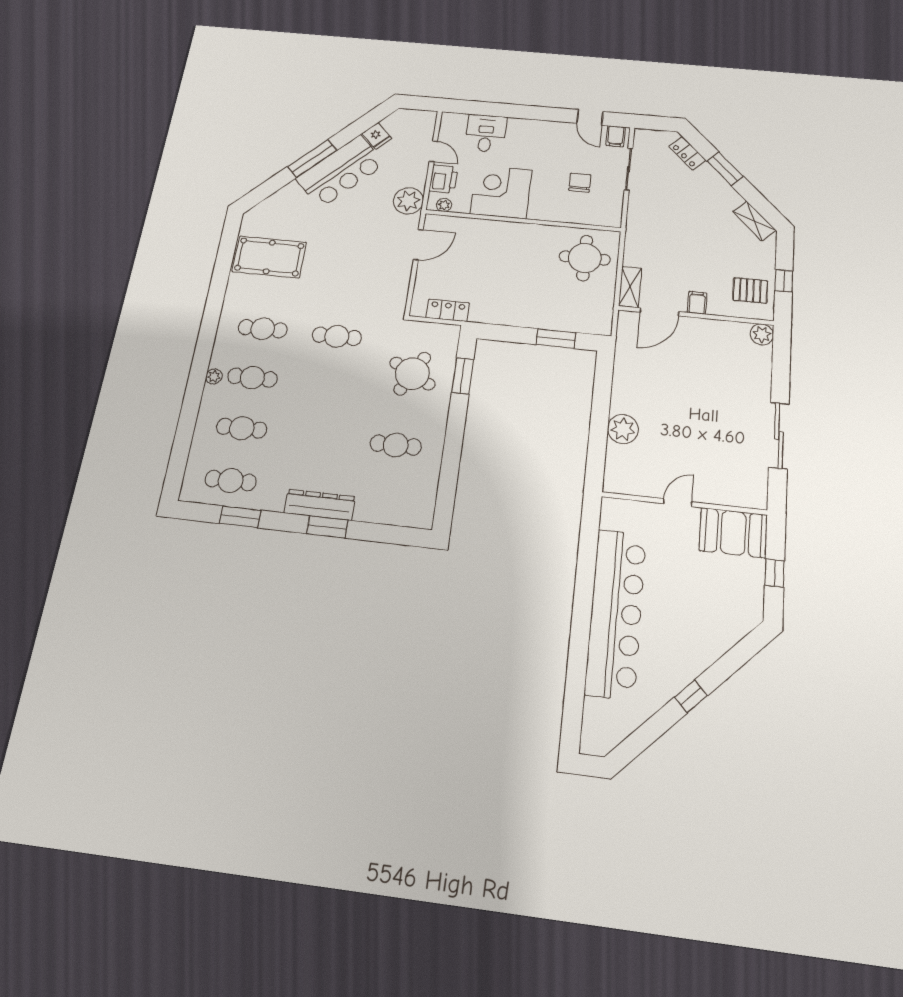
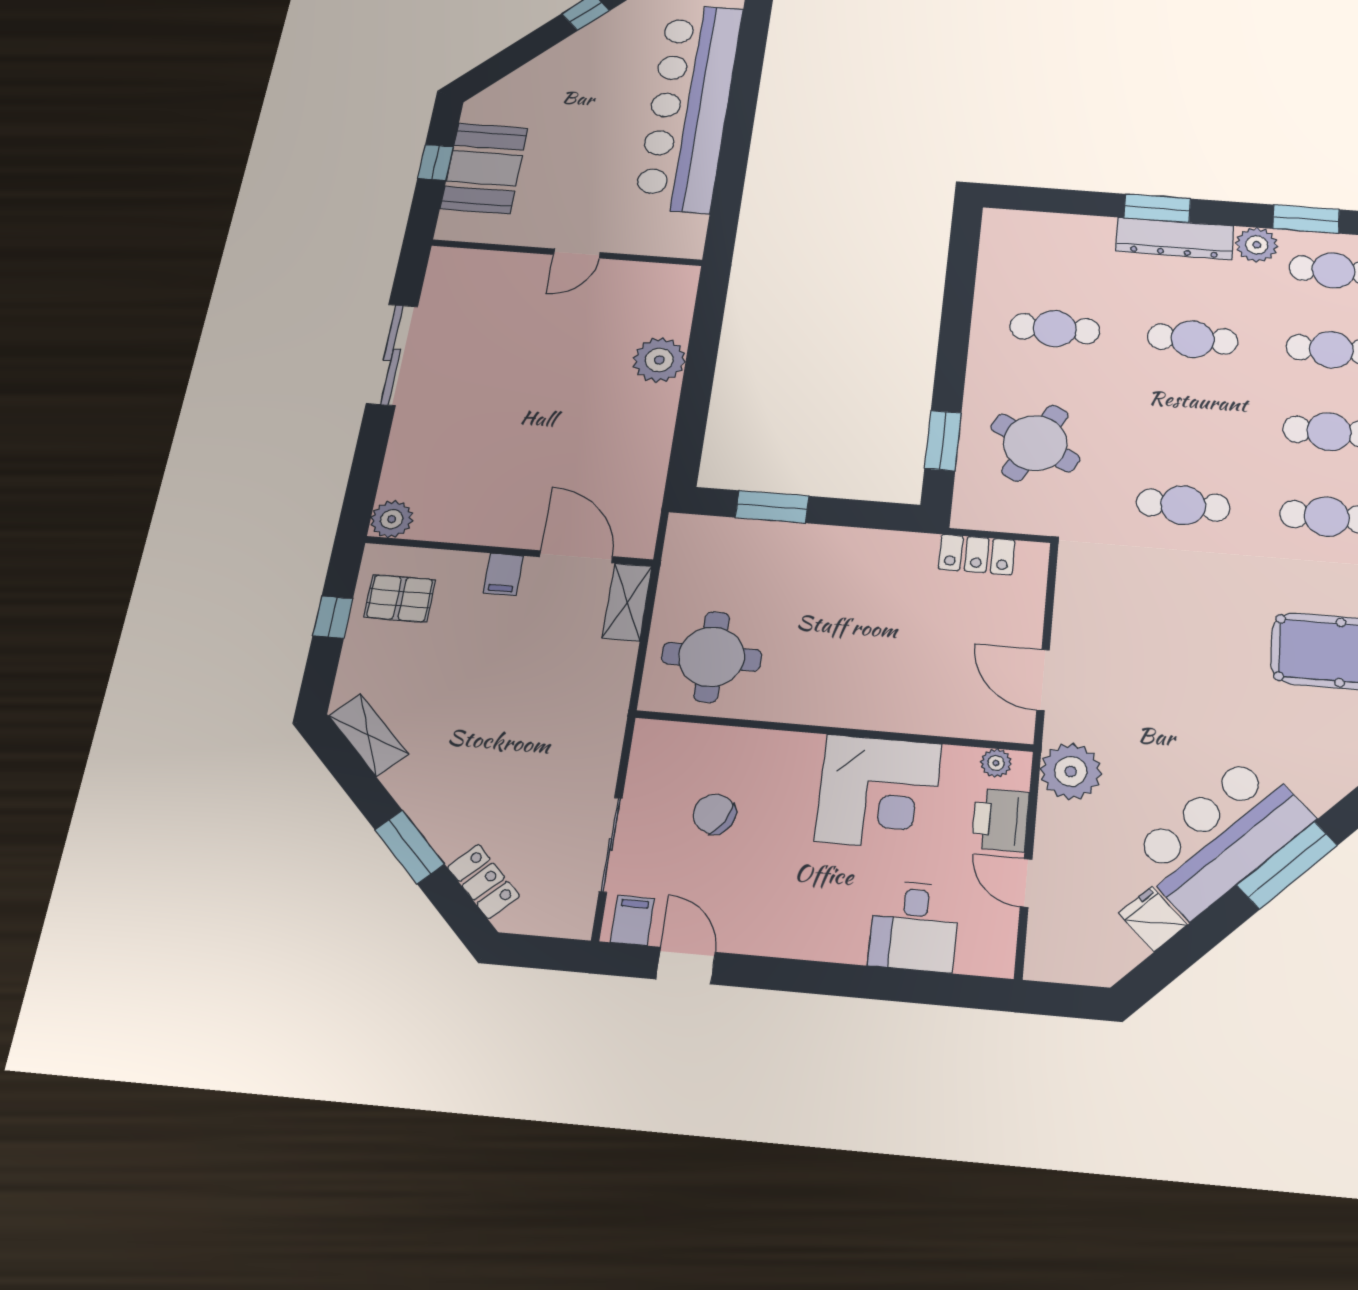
chair: (580, 183) -> (714, 814), turned 120
door: (418, 245) -> (1043, 680), hinge flipped
door: (659, 312) -> (576, 557), hinge flipped
cafe table: (318, 437) -> (1193, 339), added
plant: (272, 499) -> (1257, 245), added
booth: (733, 533) -> (484, 168), moved, turned 90

